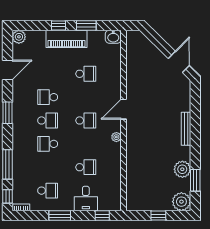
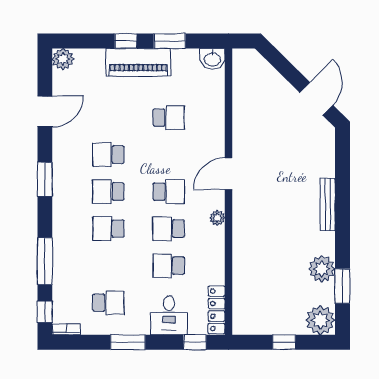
school desk: (48, 120) -> (108, 192), turned 180
school desk: (86, 144) -> (169, 229), added
school desk: (86, 167) -> (169, 266), turned 180
locker: (116, 195) -> (217, 310), added

